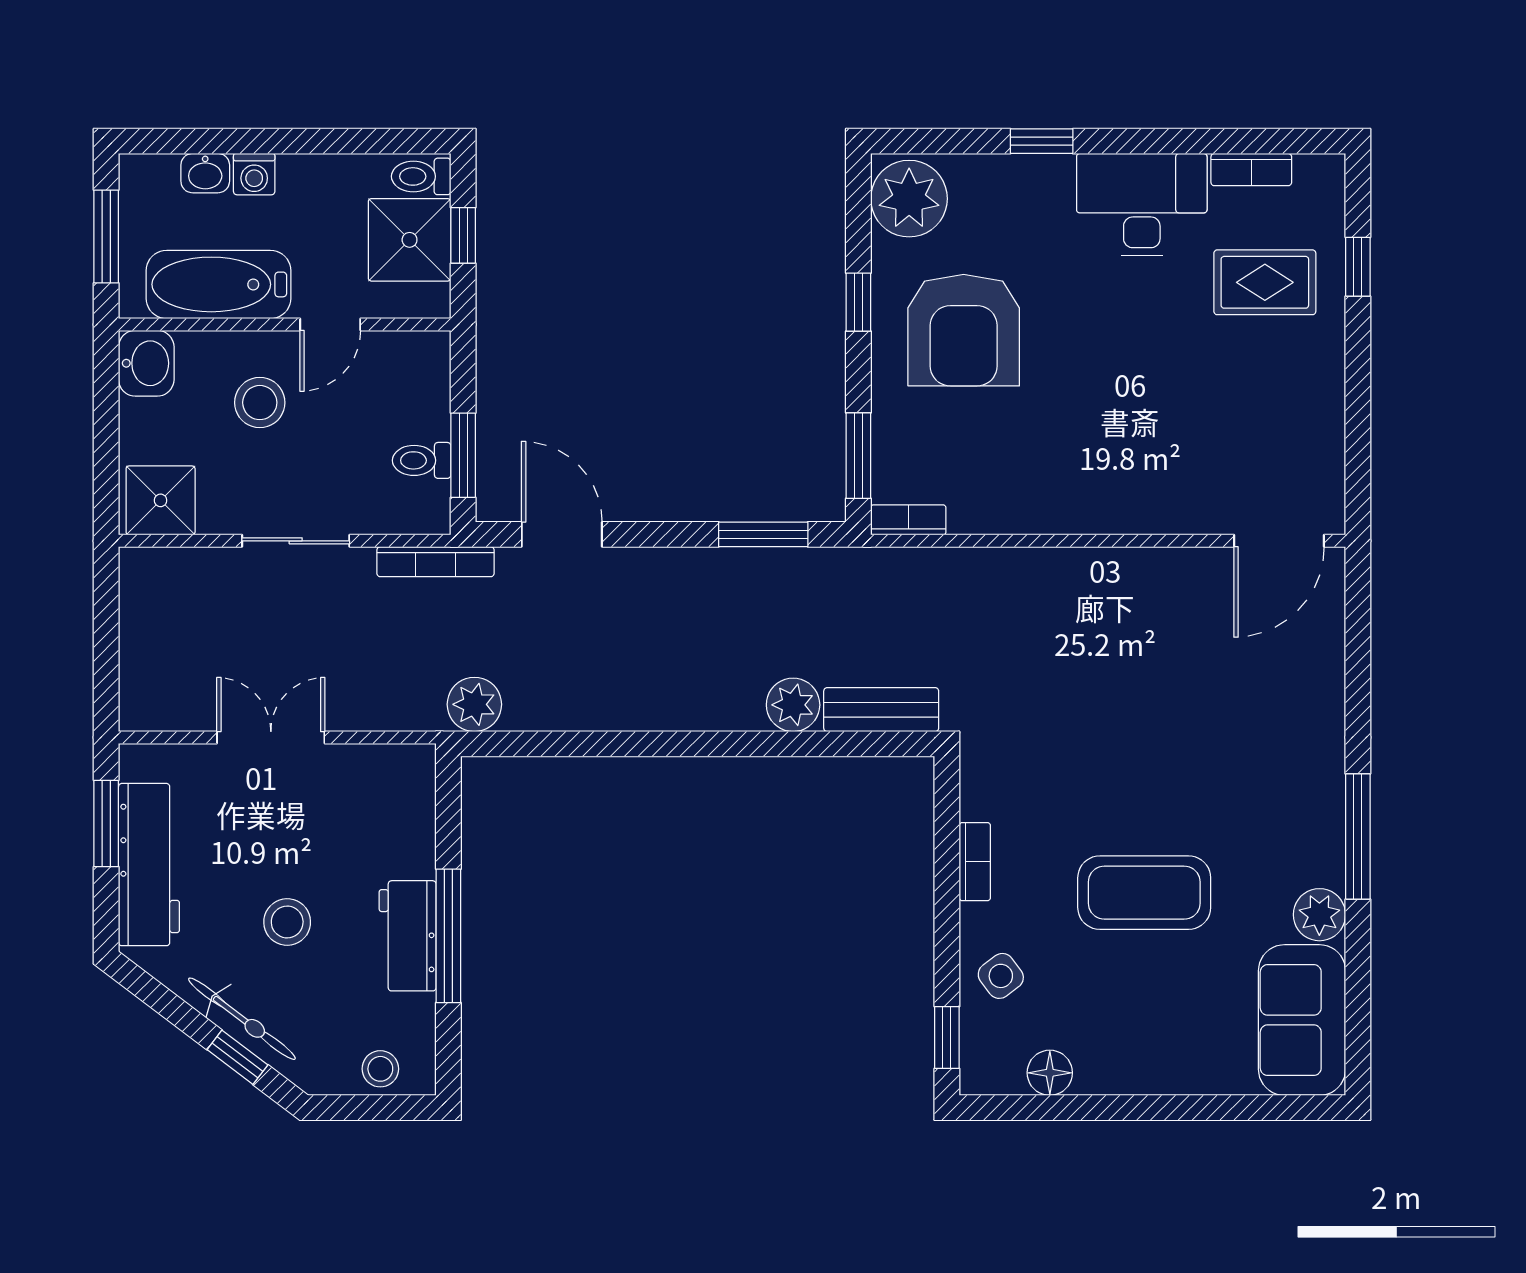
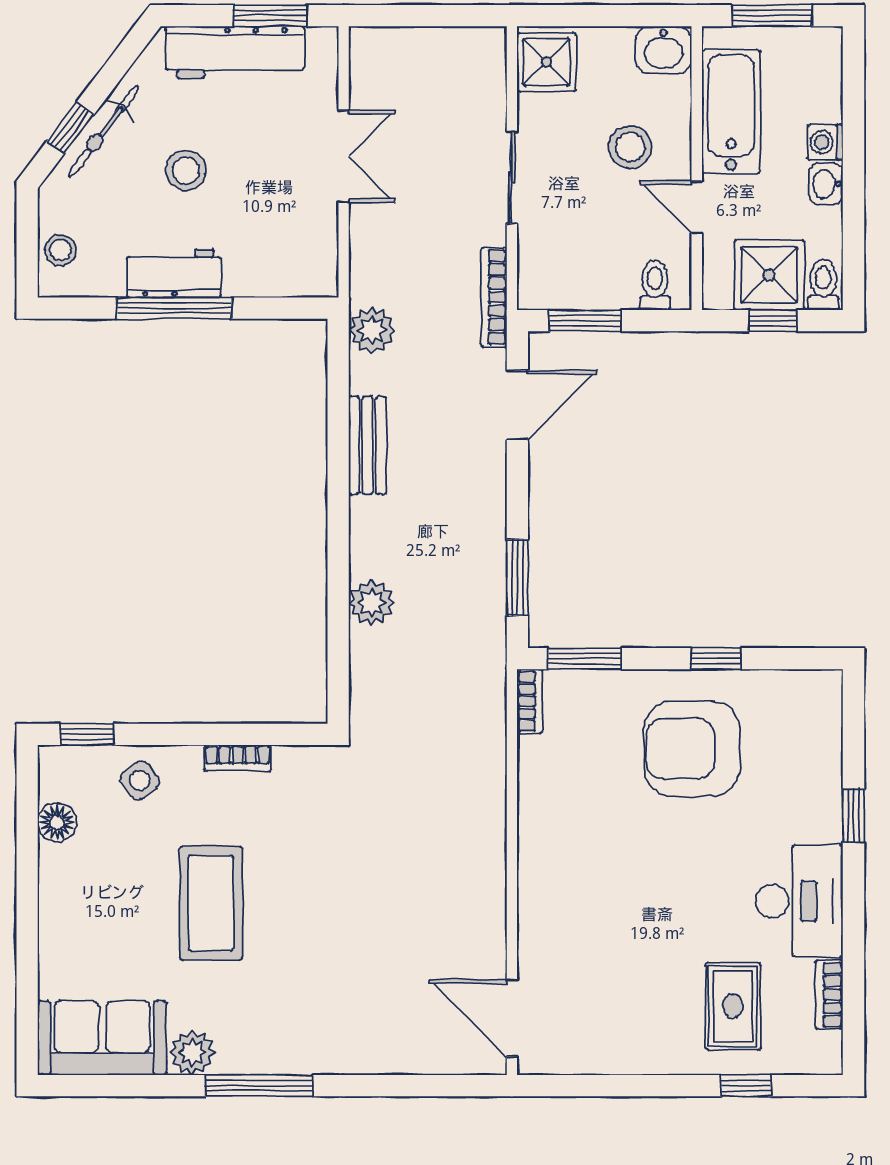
washbasin: (205, 173) -> (826, 184), moved
plant: (909, 199) -> (804, 702), removed
toilet: (422, 460) -> (655, 285), moved
bench: (881, 710) -> (367, 445), moved

